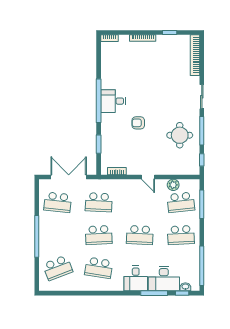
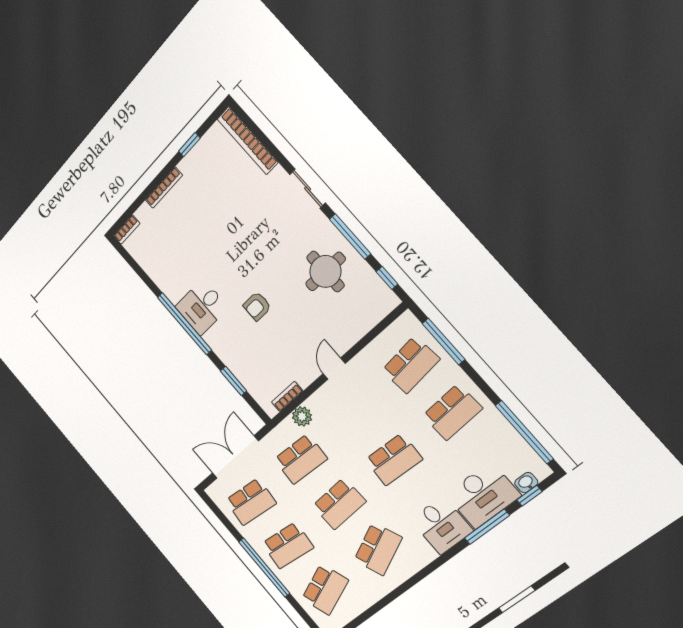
door: (148, 177) -> (334, 369), swing flipped
plant: (173, 185) -> (302, 416), moved
school desk: (58, 235) -> (288, 545), added
school desk: (99, 268) -> (378, 549), turned -33

